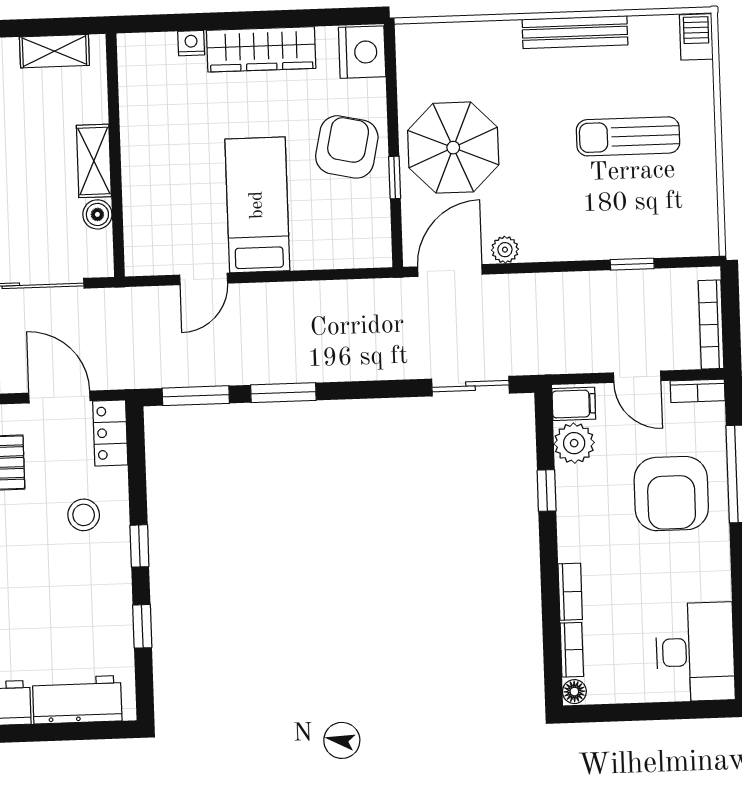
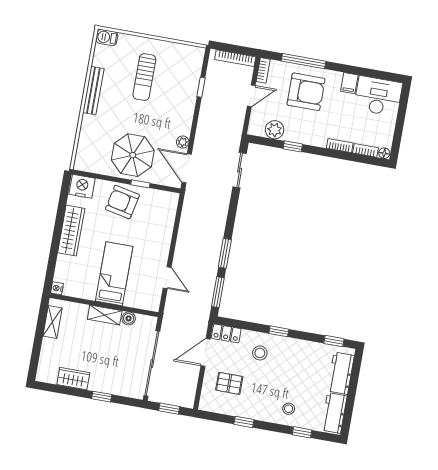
nightstand: (191, 43) -> (57, 288), moved
bed: (257, 205) -> (114, 274), moved, turned 90
filing cabinet: (574, 404) -> (349, 83), moved, turned 180
window: (142, 626) -> (334, 341), moved

